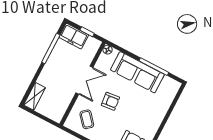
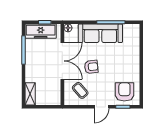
freezer: (74, 36) -> (41, 31), width x1.40
double door: (84, 80) -> (62, 61), width x1.37

